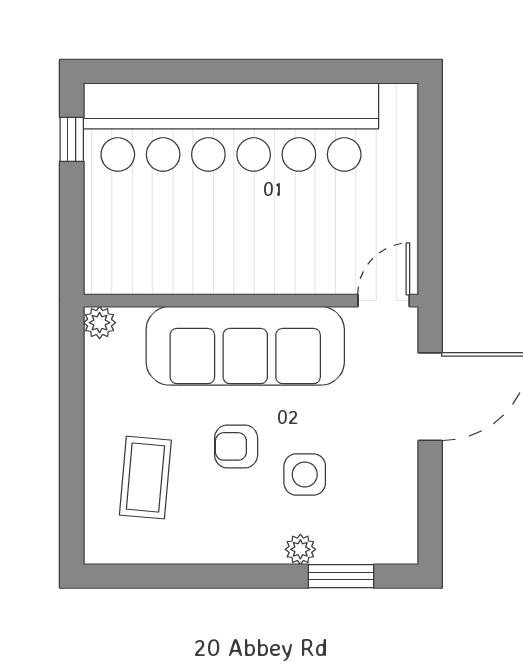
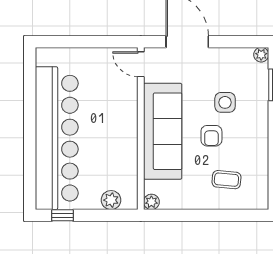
plant: (103, 239) -> (111, 200), added
coffee table: (145, 478) -> (226, 180), width x0.73, depth x0.77
plant: (300, 549) -> (261, 55), moved

